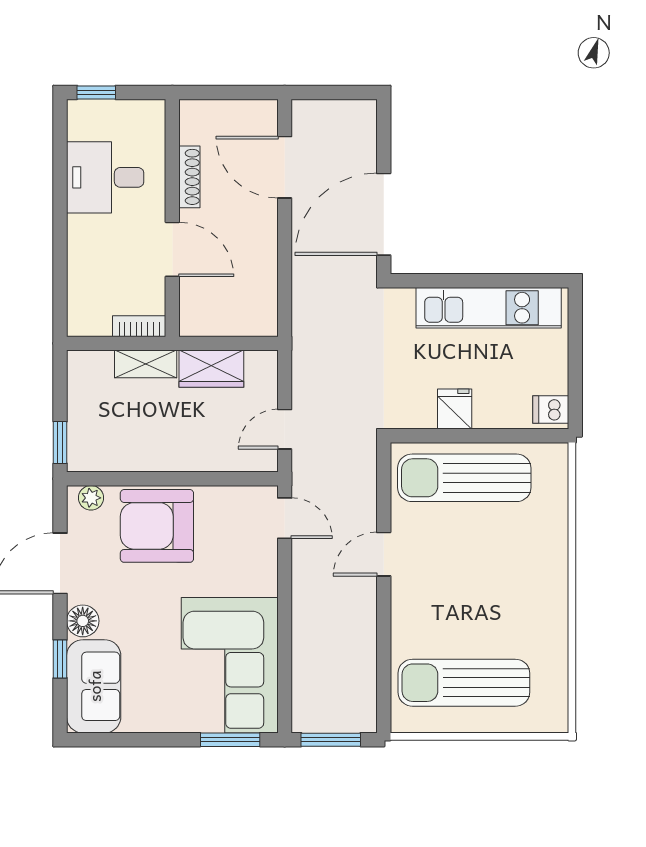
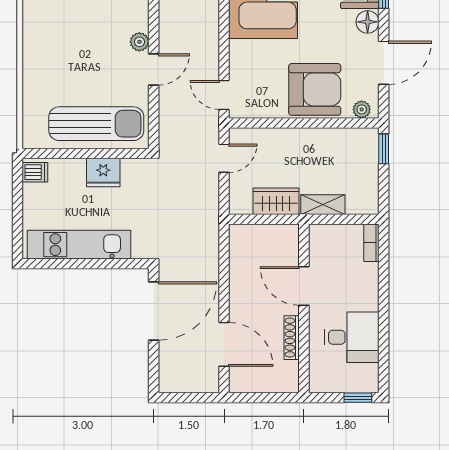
bookcase: (139, 326) -> (371, 243), moved, turned 90
fridge: (455, 409) -> (103, 173), width x1.38
plant: (404, 593) -> (139, 42), added

